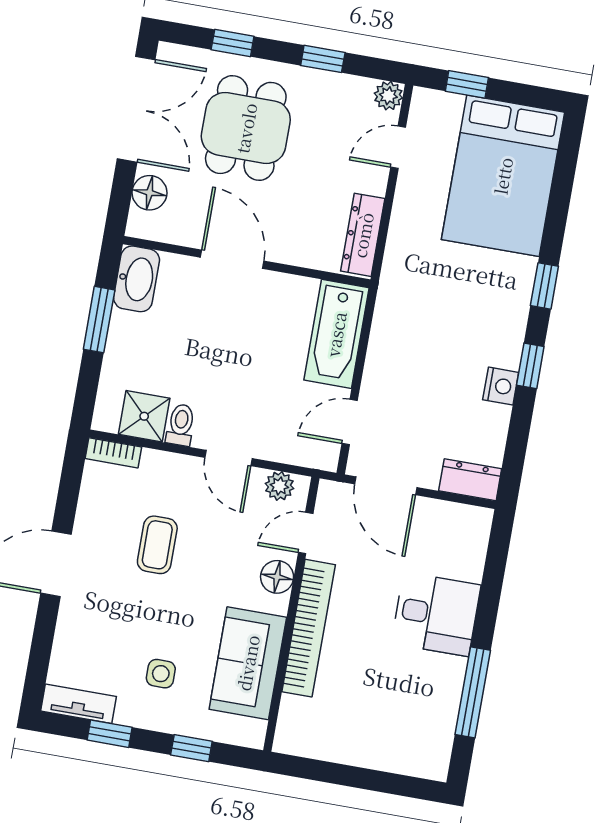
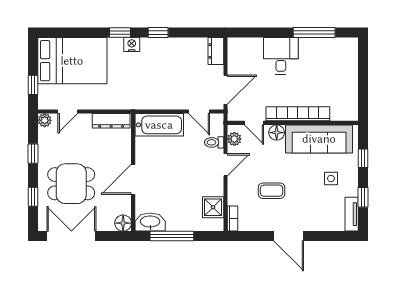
door: (398, 147) -> (68, 112), hinge flipped
floor lamp: (150, 193) -> (123, 223), moved
window: (99, 320) -> (172, 236), width x1.44
nightstand: (501, 386) -> (132, 45), moved
toilet: (181, 425) -> (214, 142), moved
sofa: (248, 663) -> (319, 139), width x1.36

